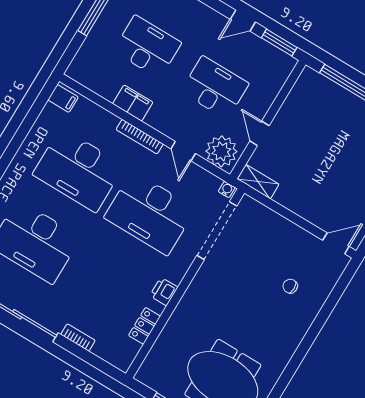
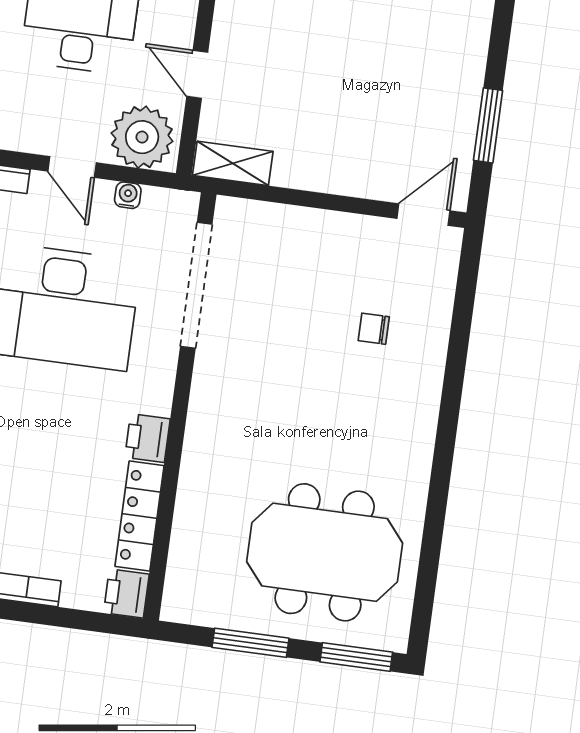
water cooler: (227, 189) -> (128, 195), moved
locker: (145, 326) -> (139, 516), width x1.53
printer: (123, 359) -> (126, 593), added

